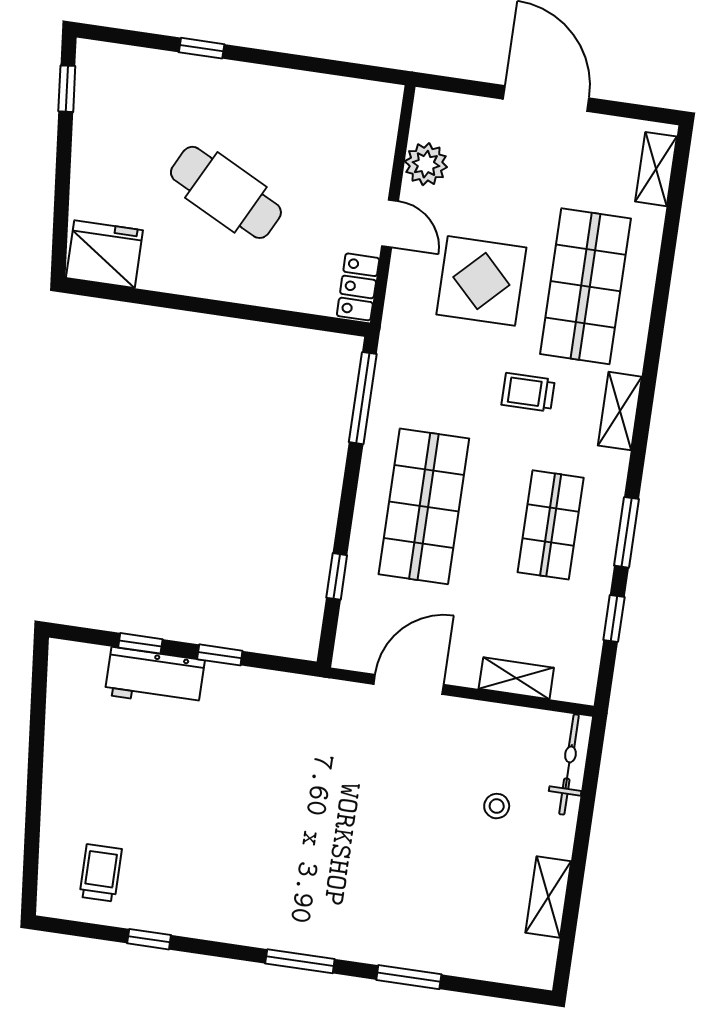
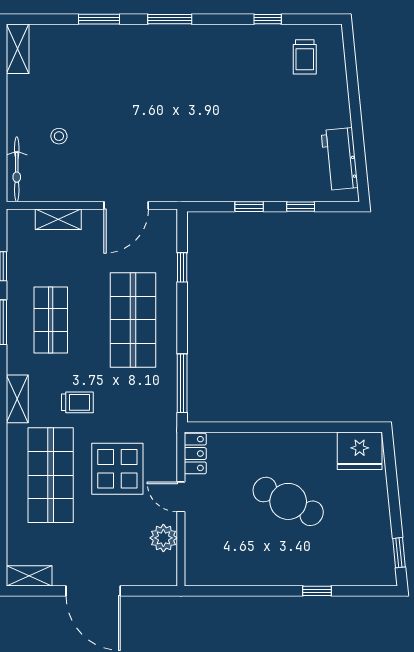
shelving: (656, 169) -> (29, 576), moved, turned 90
workbench: (155, 678) -> (340, 159), moved, turned -96
shelving: (548, 897) -> (18, 49), moved

